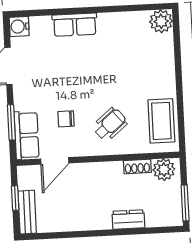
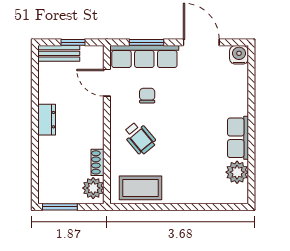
plant: (161, 21) -> (237, 172), moved
row of seats: (75, 25) -> (238, 138), moved
row of seats: (27, 135) -> (144, 57), width x1.48
dresser: (128, 220) -> (47, 120), moved

